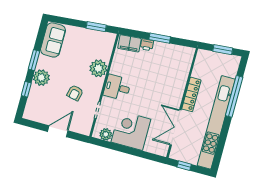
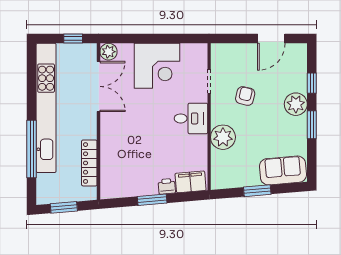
window: (96, 27) -> (257, 191), moved
sofa: (53, 40) -> (283, 170), moved, turned 85
locker: (191, 94) -> (89, 163), moved
door: (58, 131) -> (271, 39), moved
plant: (106, 134) -> (109, 52), moved

